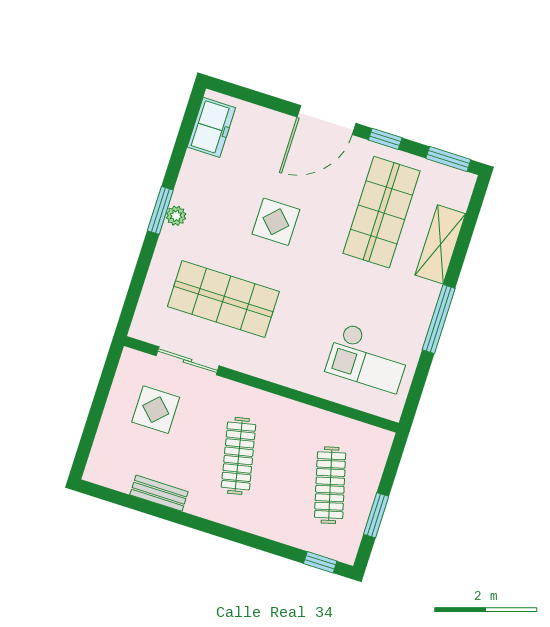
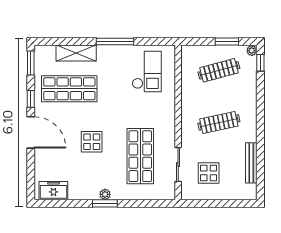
bench: (159, 493) -> (251, 163), width x1.36
plant: (346, 554) -> (252, 51), added

